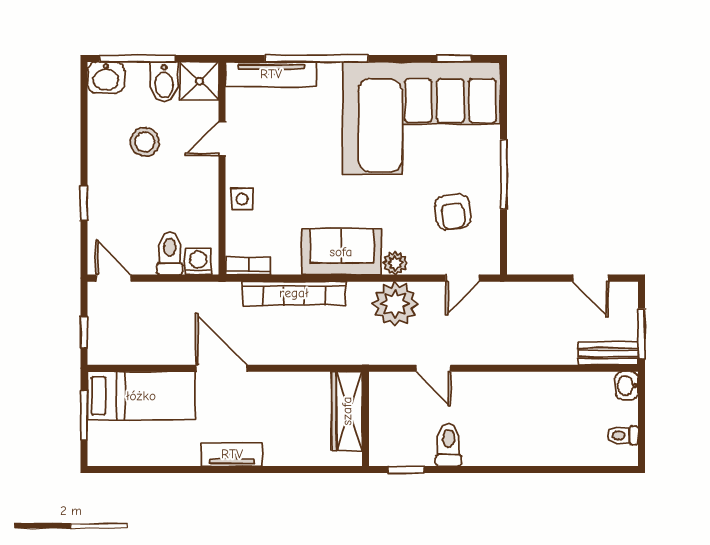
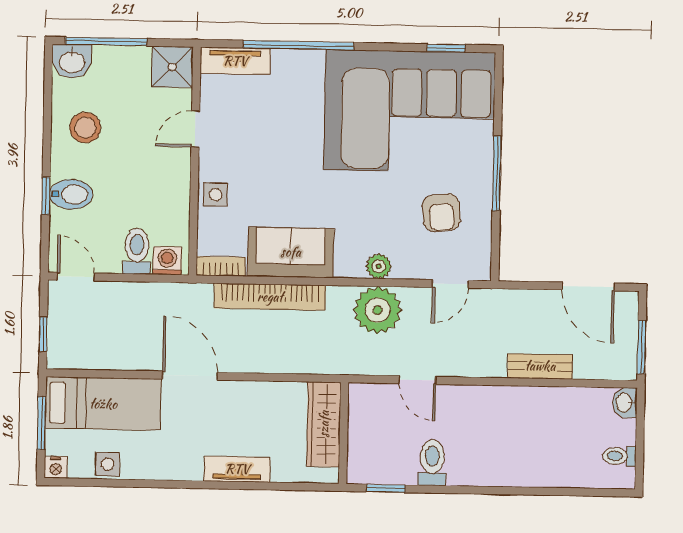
tv unit: (271, 74) -> (235, 61), width x0.71
bidet: (164, 82) -> (71, 194), moved, turned -90
stool: (145, 142) -> (85, 128), moved
sofa: (341, 252) -> (291, 252), moved
door: (591, 278) -> (588, 287), width x1.38
bench: (608, 353) -> (540, 366), moved
side table: (146, 452) -> (108, 464), added
tv unit: (232, 454) -> (237, 469), moved
nightstand: (98, 456) -> (56, 467), added

